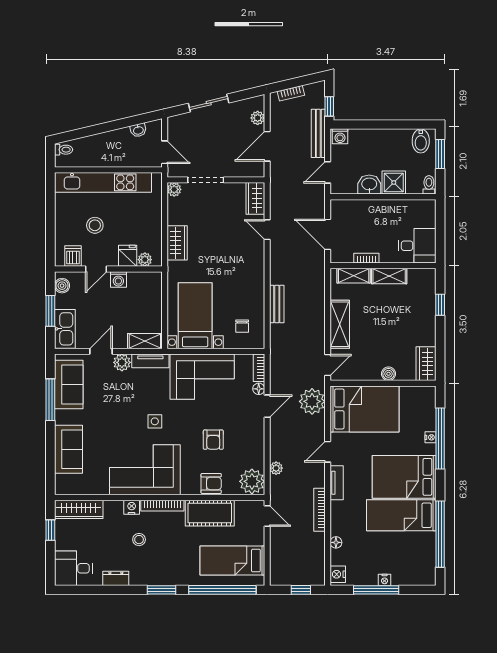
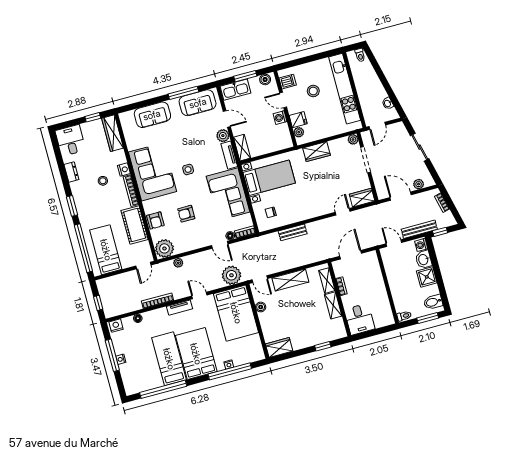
shower: (394, 183) -> (427, 277), moved
washbasin: (369, 185) -> (424, 260), moved, turned 180
boiler: (388, 374) -> (261, 307), moved

